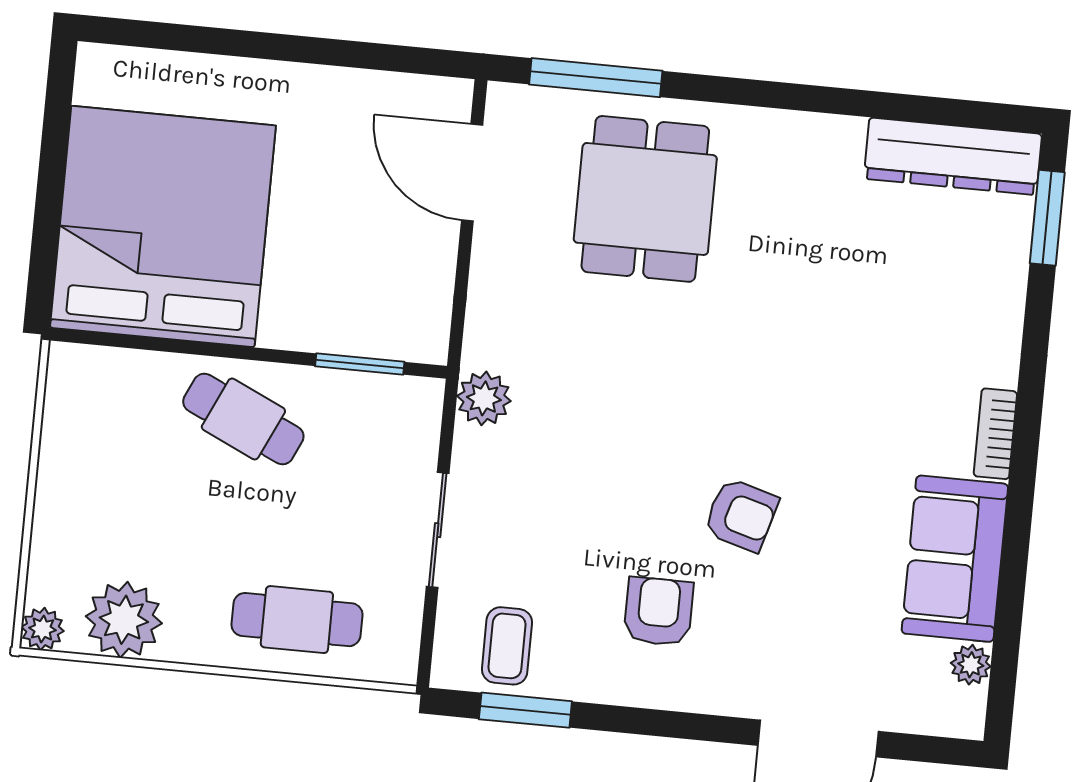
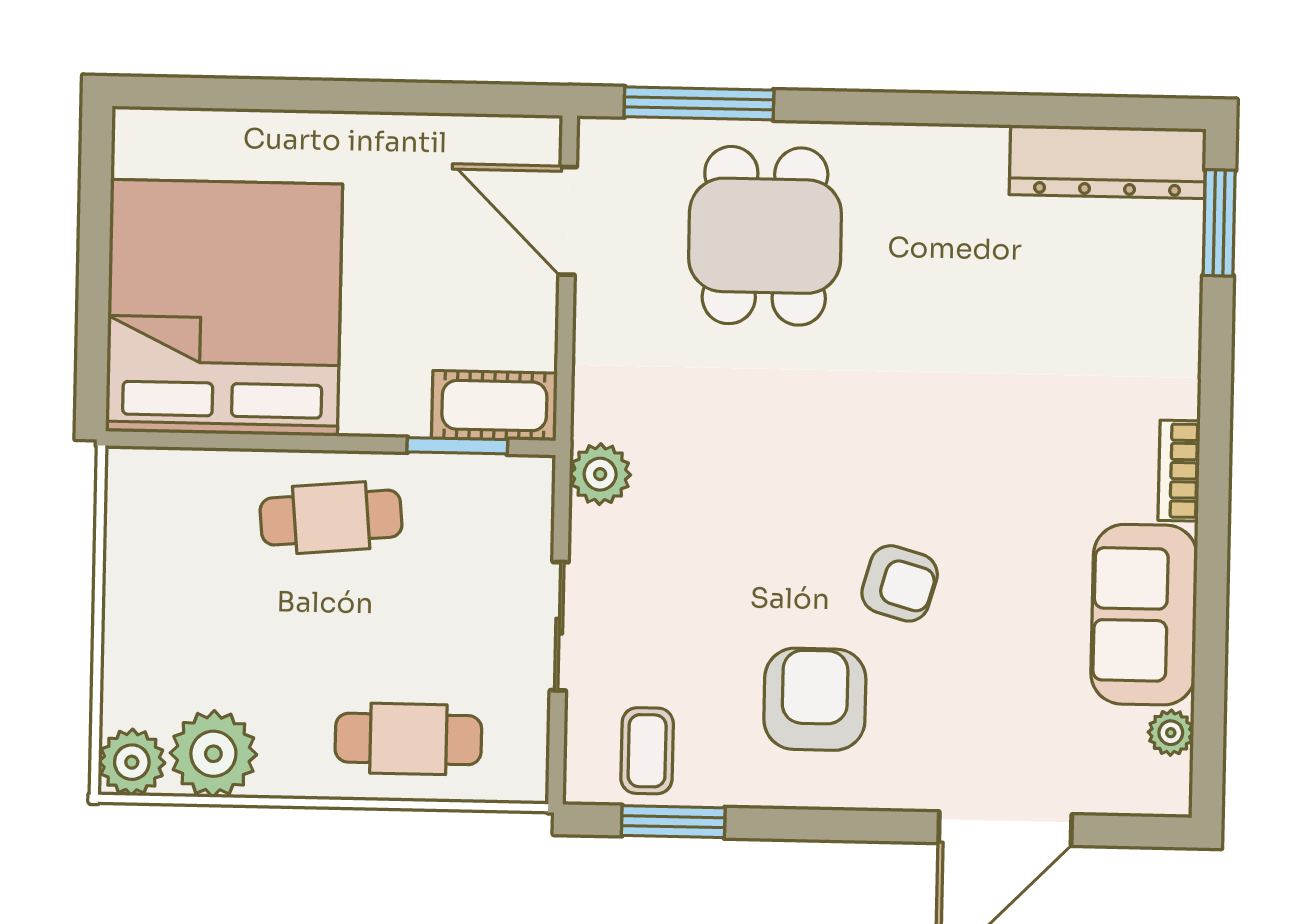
cot: (395, 331) -> (494, 406), added
cafe table: (243, 419) -> (331, 518), turned -30
armchair: (659, 612) -> (815, 699), width x1.38, depth x1.38
plant: (42, 629) -> (132, 762), width x1.38, depth x1.38

